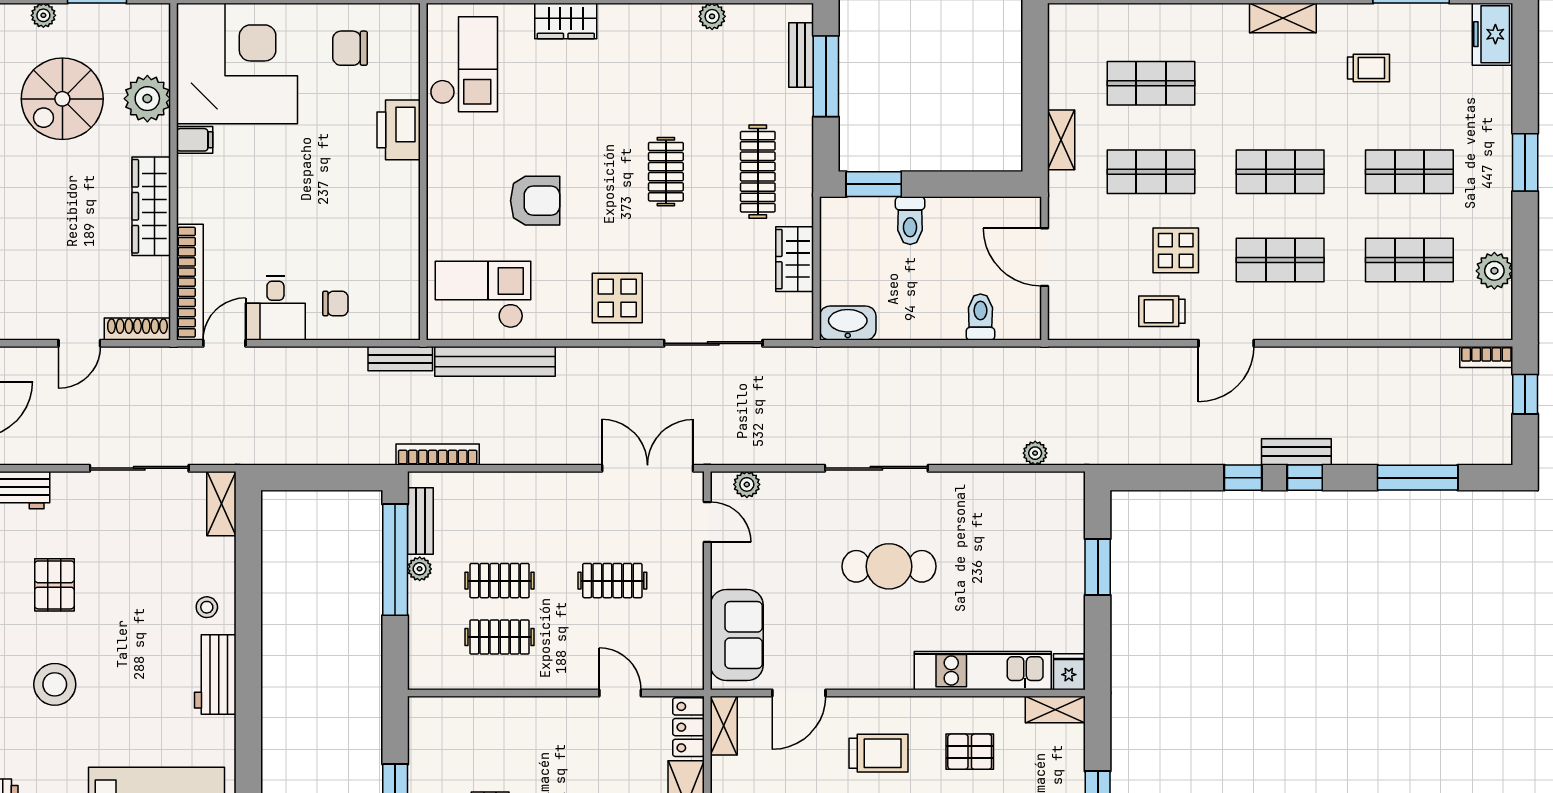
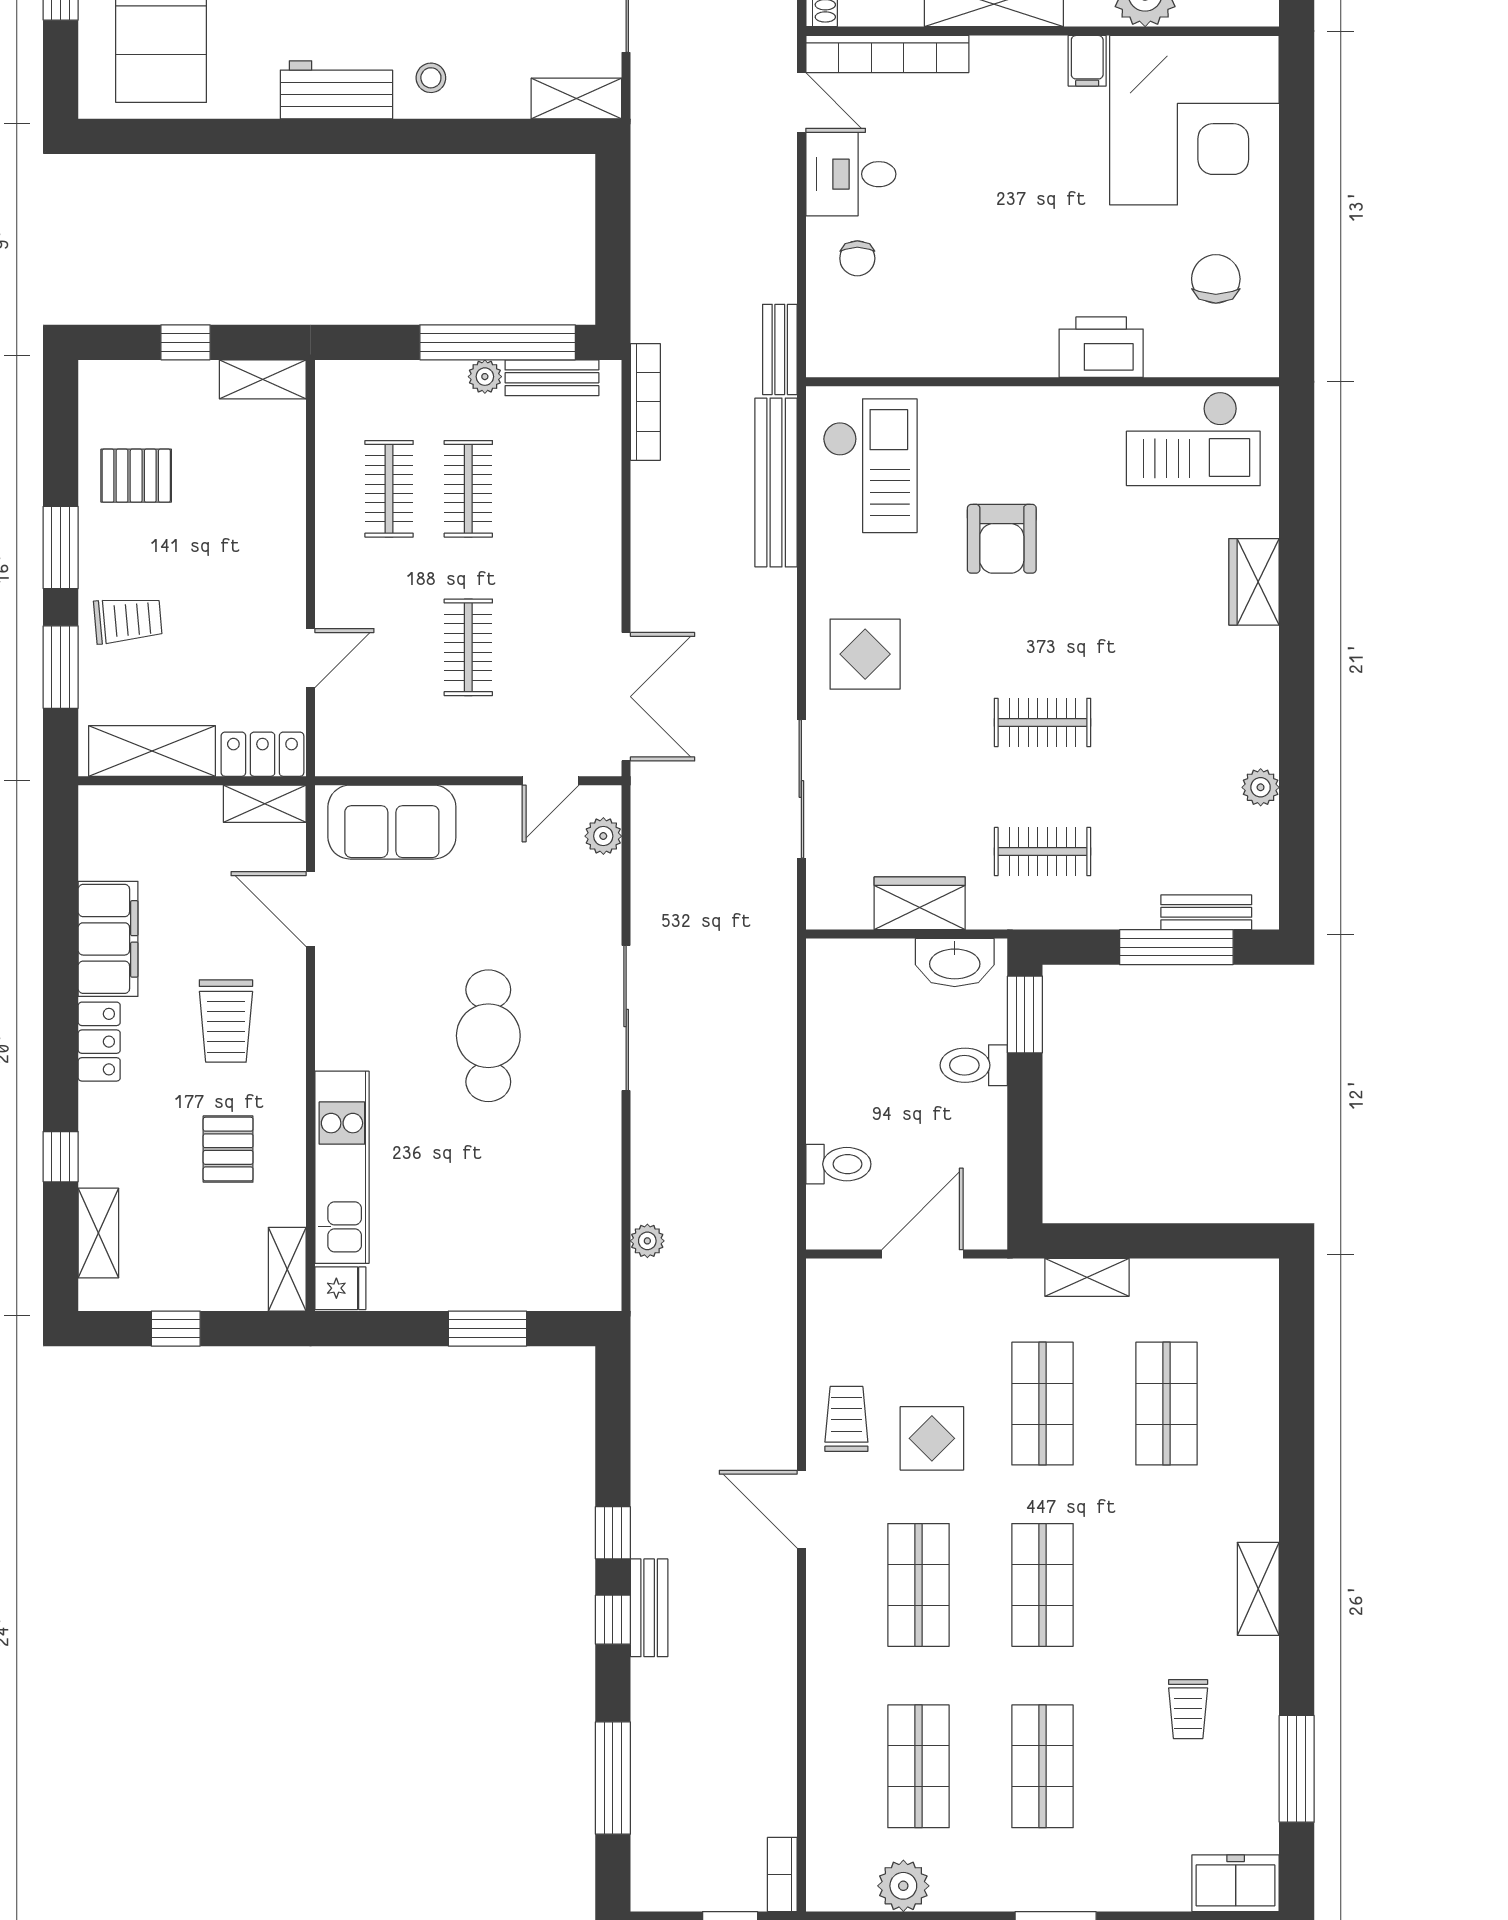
clothes rail: (758, 172) -> (1042, 851), width x0.73
washbasin: (848, 323) -> (955, 962), moved, turned 90
shelving: (422, 727) -> (263, 379), added

